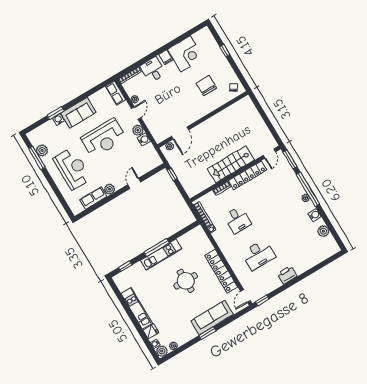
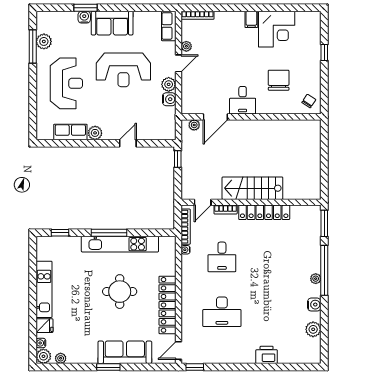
desk: (153, 70) -> (243, 100), moved, turned 180
door: (269, 154) -> (203, 202), moved
kitchen unit: (161, 254) -> (120, 244), width x1.36
printer: (287, 275) -> (267, 355), moved

